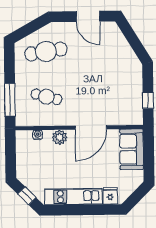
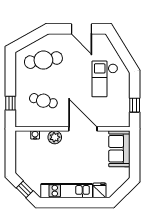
checkout: (115, 72) -> (105, 79), added
window: (10, 100) -> (10, 103), width x0.46
door: (91, 127) -> (83, 129), swing flipped

